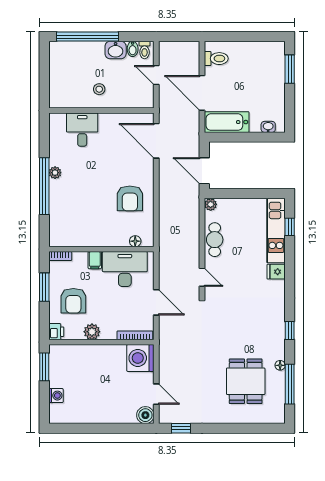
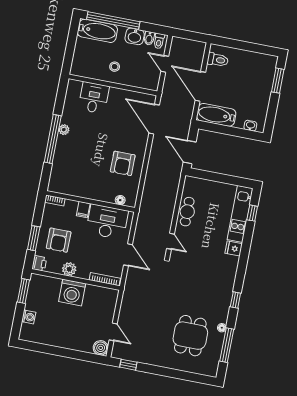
bathtub: (72, 52) -> (97, 31), added
plant: (211, 204) -> (189, 181), removed
window: (44, 287) -> (34, 238), moved
washing machine: (140, 358) -> (72, 293), moved, turned -90

